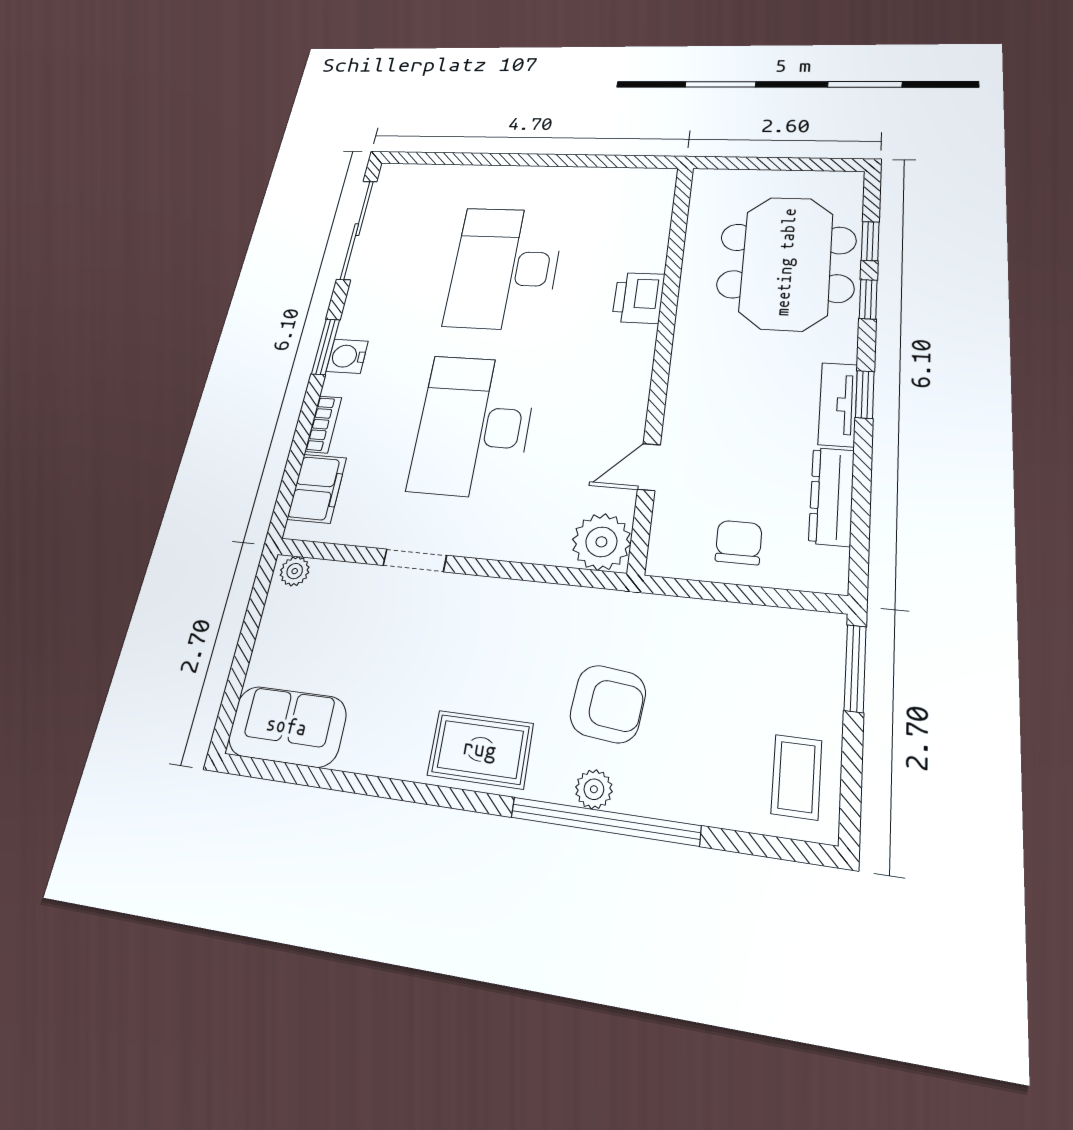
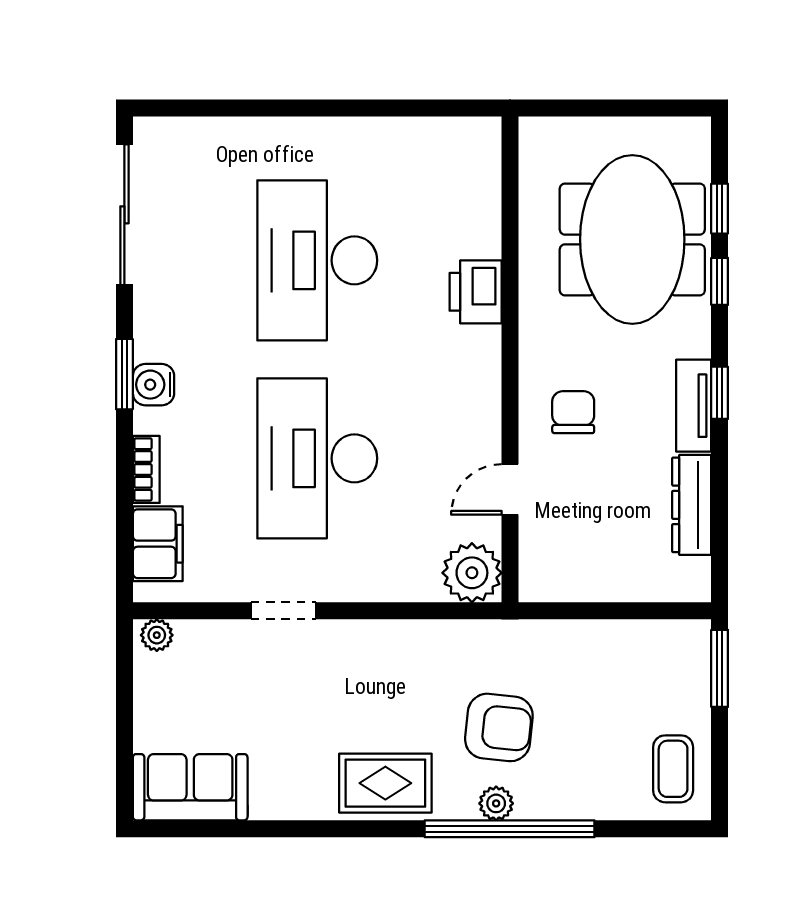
chair: (739, 542) -> (573, 412), moved

